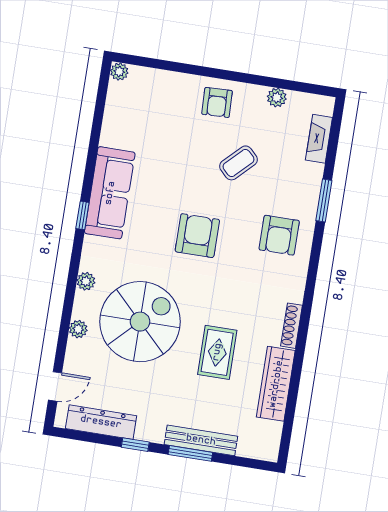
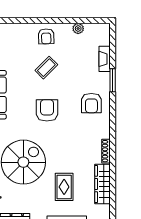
fireplace: (319, 139) -> (105, 59), moved
coffee table: (239, 163) -> (46, 68), moved
rug: (217, 352) -> (64, 187), moved

